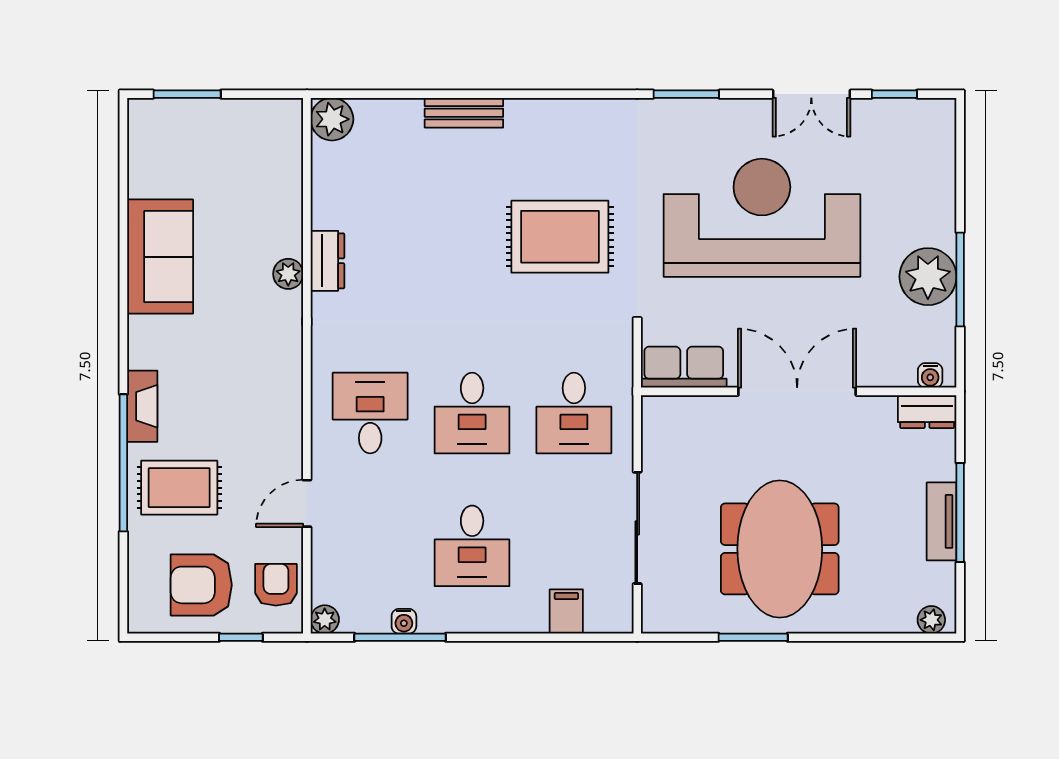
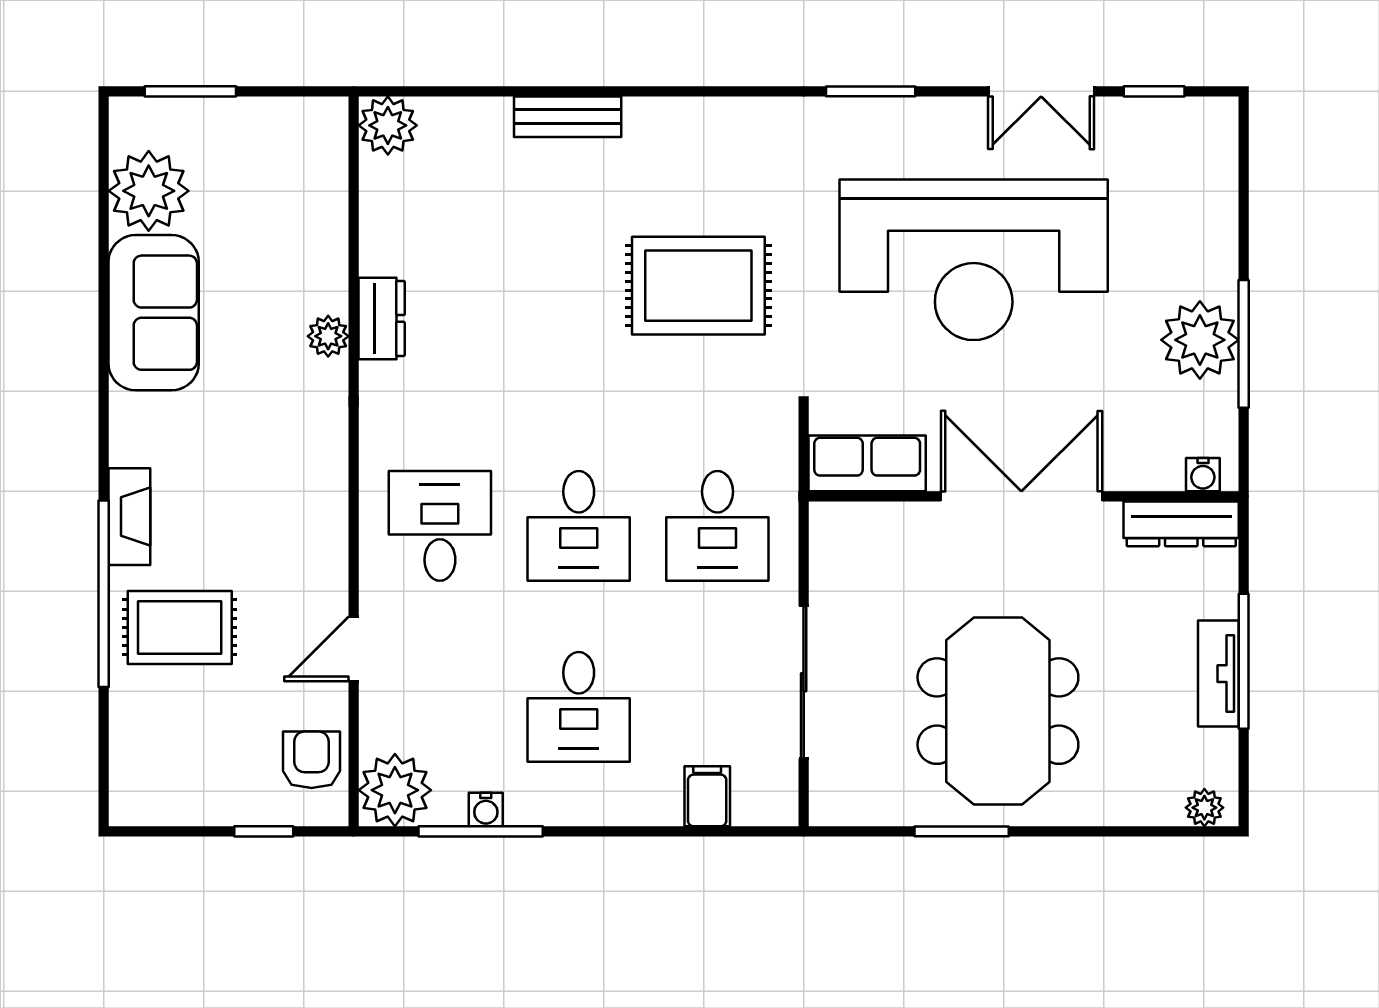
plant: (156, 167) -> (149, 191), added
reception desk: (762, 218) -> (974, 260), turned 180
dresser: (927, 412) -> (1181, 524), width x1.44
armchair: (201, 585) -> (210, 760), removed
plant: (325, 619) -> (395, 790), width x1.87, depth x1.87

